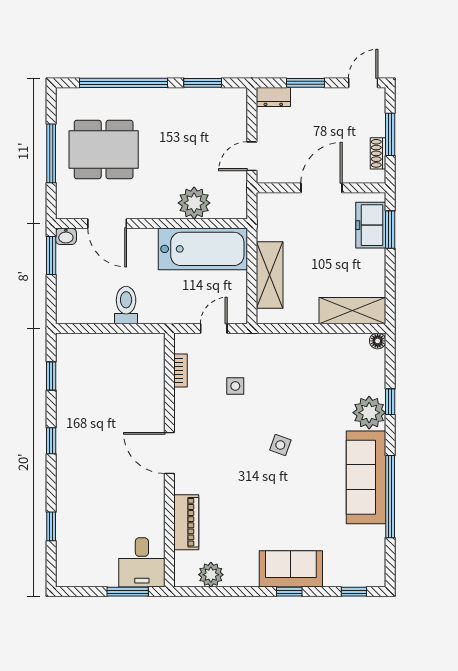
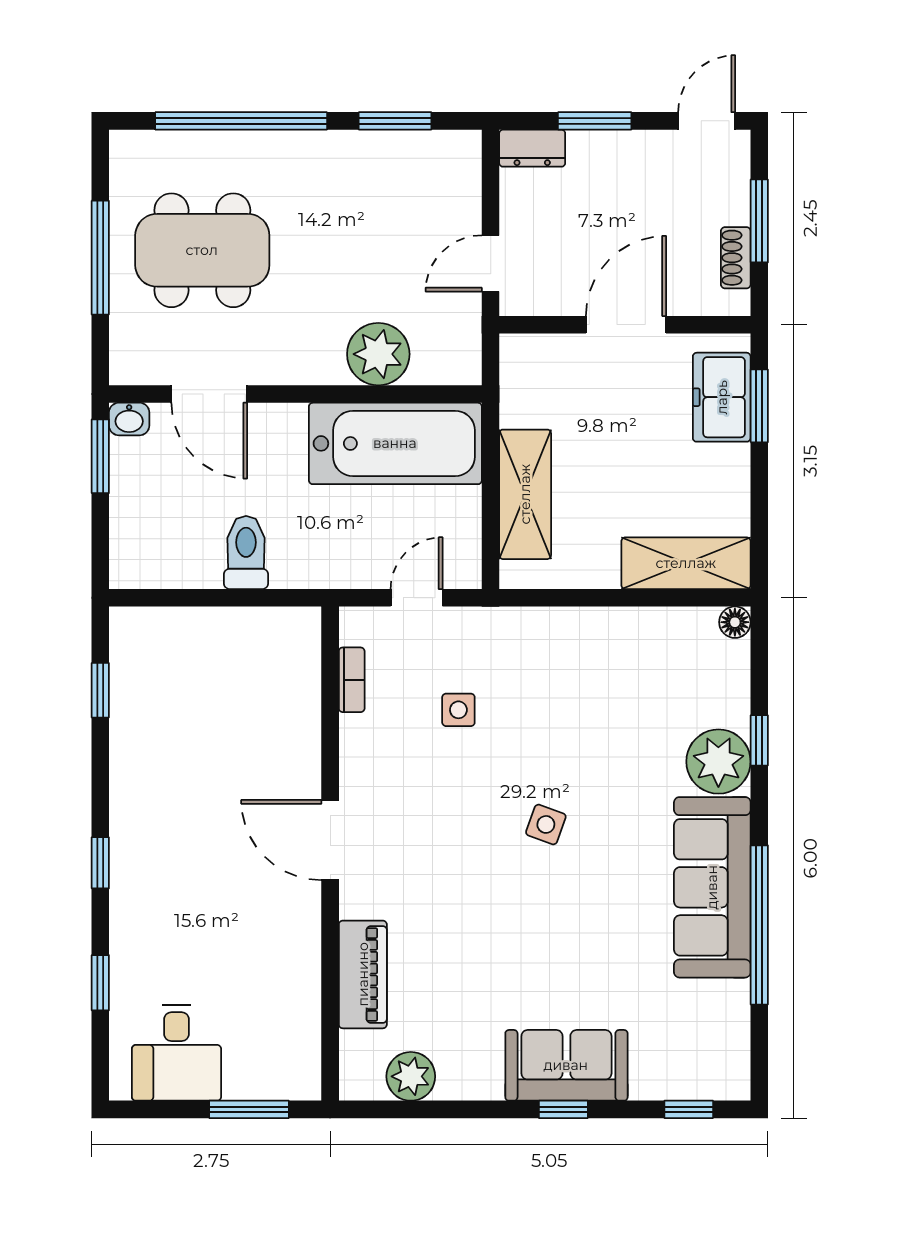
window: (51, 441) -> (100, 863), moved
desk: (142, 562) -> (177, 1053), moved

